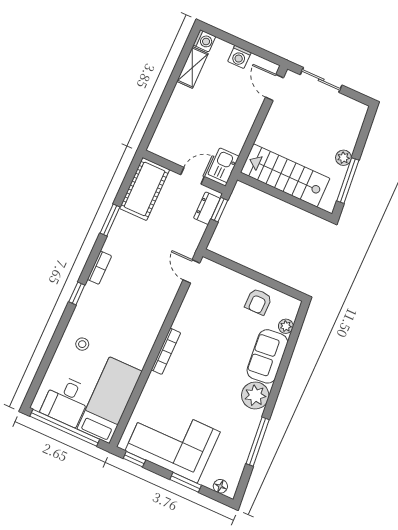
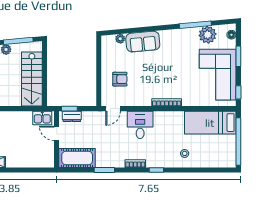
armchair: (258, 302) -> (120, 79), moved
plant: (255, 395) -> (208, 35), moved
desk: (66, 401) -> (140, 125), moved, turned -90

